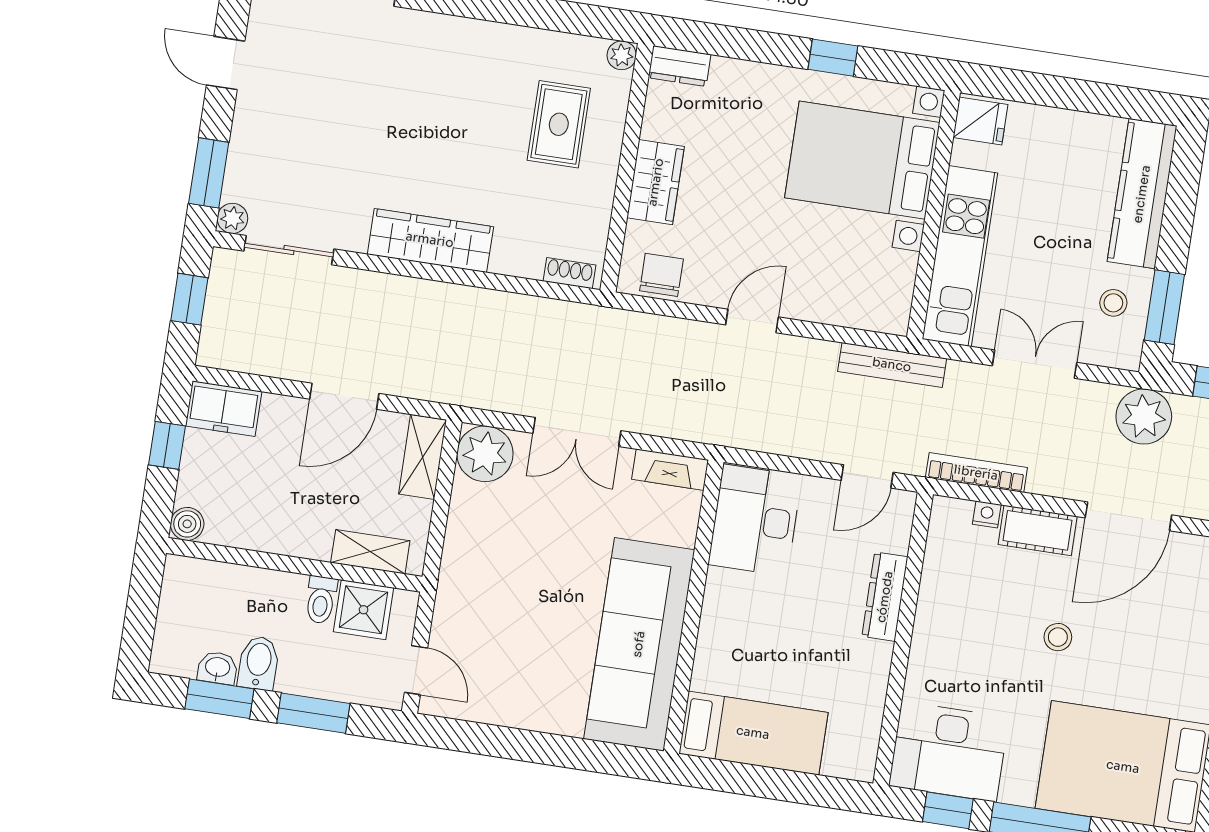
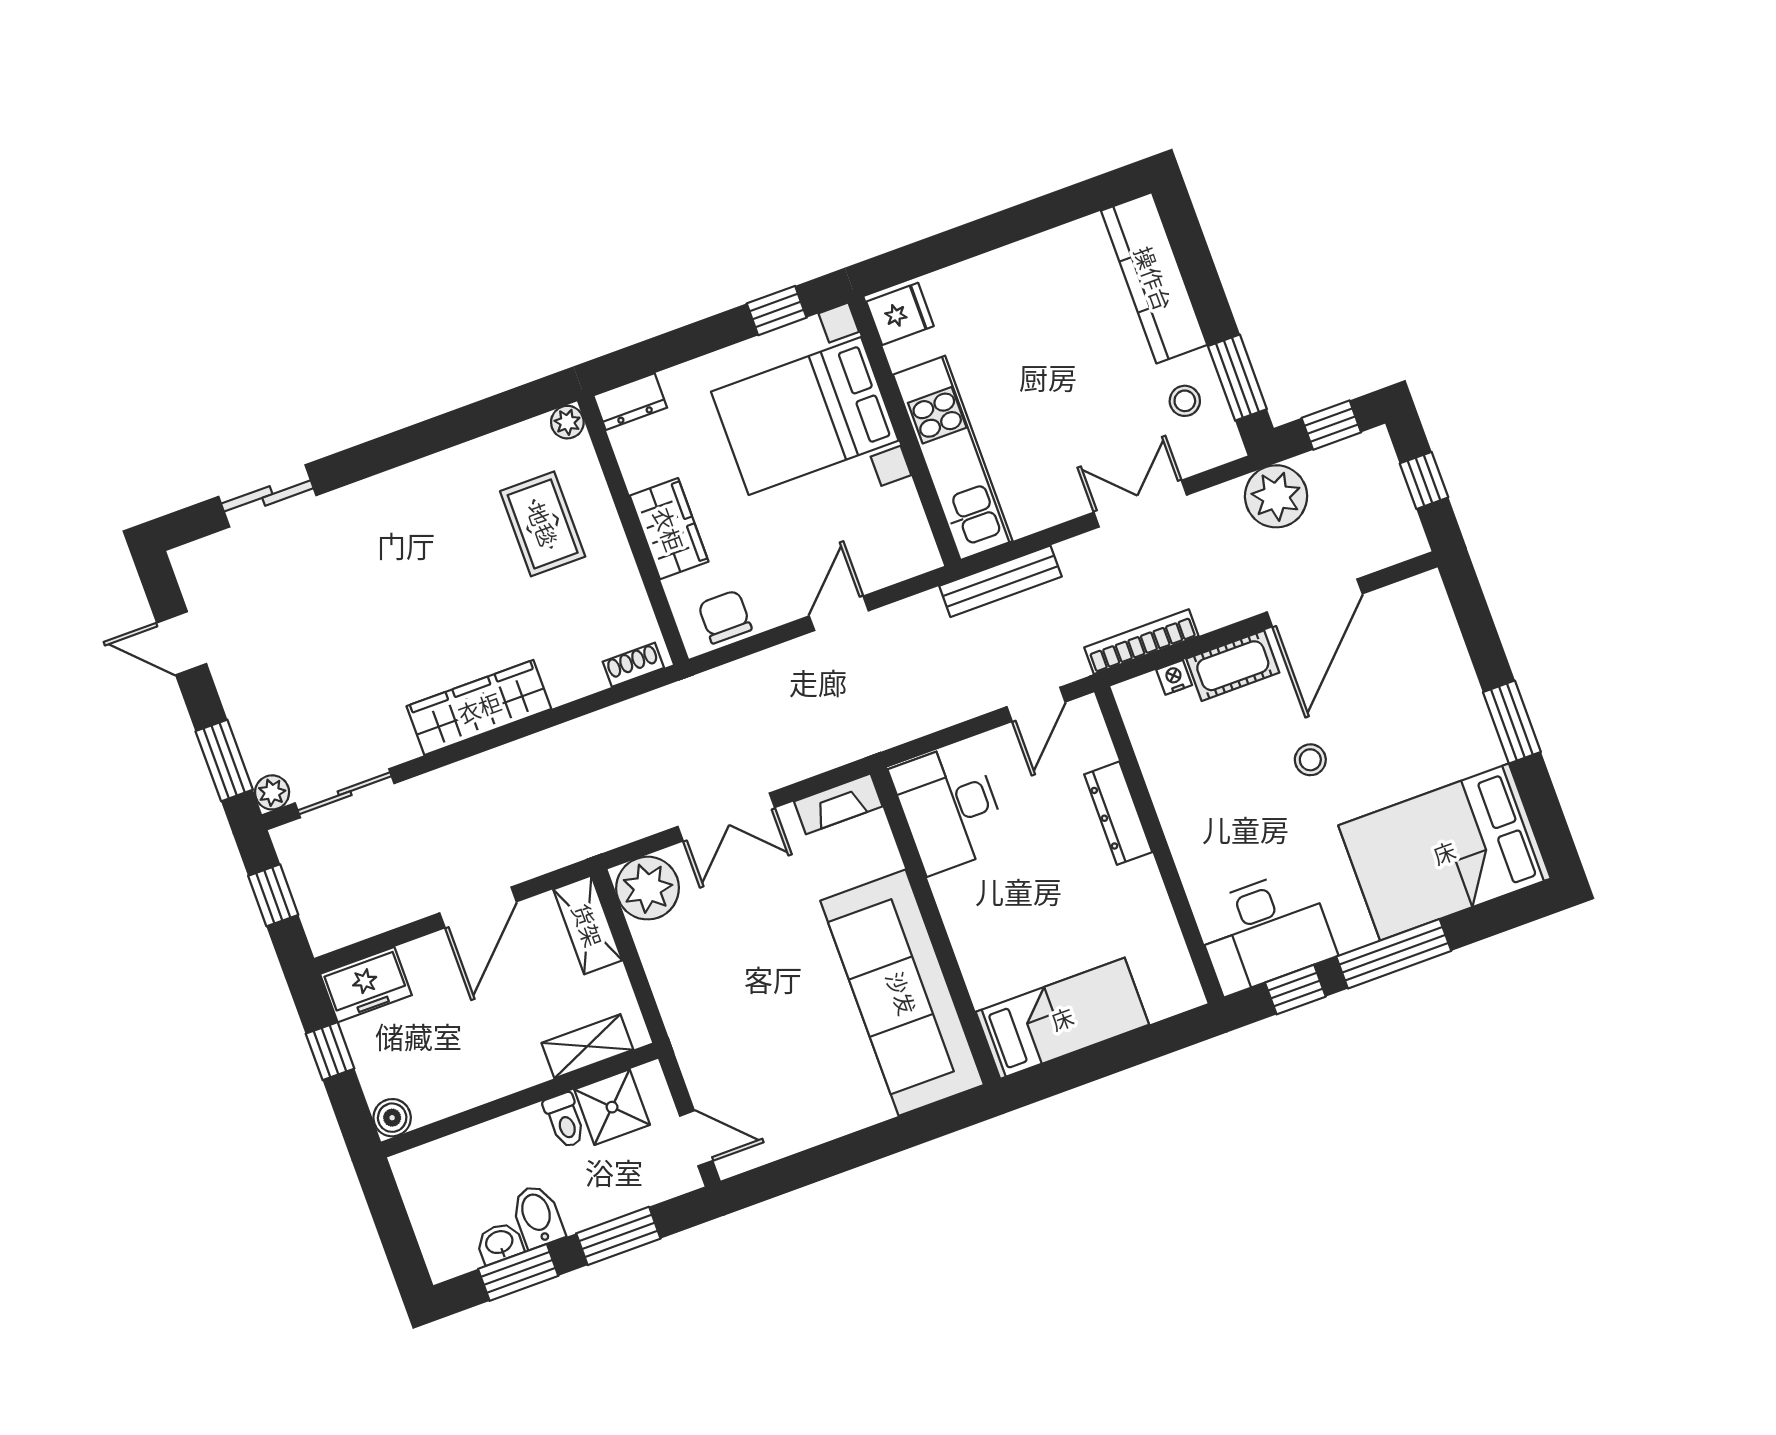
fridge: (980, 121) -> (900, 314), moved
bed with nightstands: (862, 160) -> (805, 416), moved
wall: (934, 215) -> (904, 431), moved
kitchen unit: (960, 256) -> (953, 458), moved

